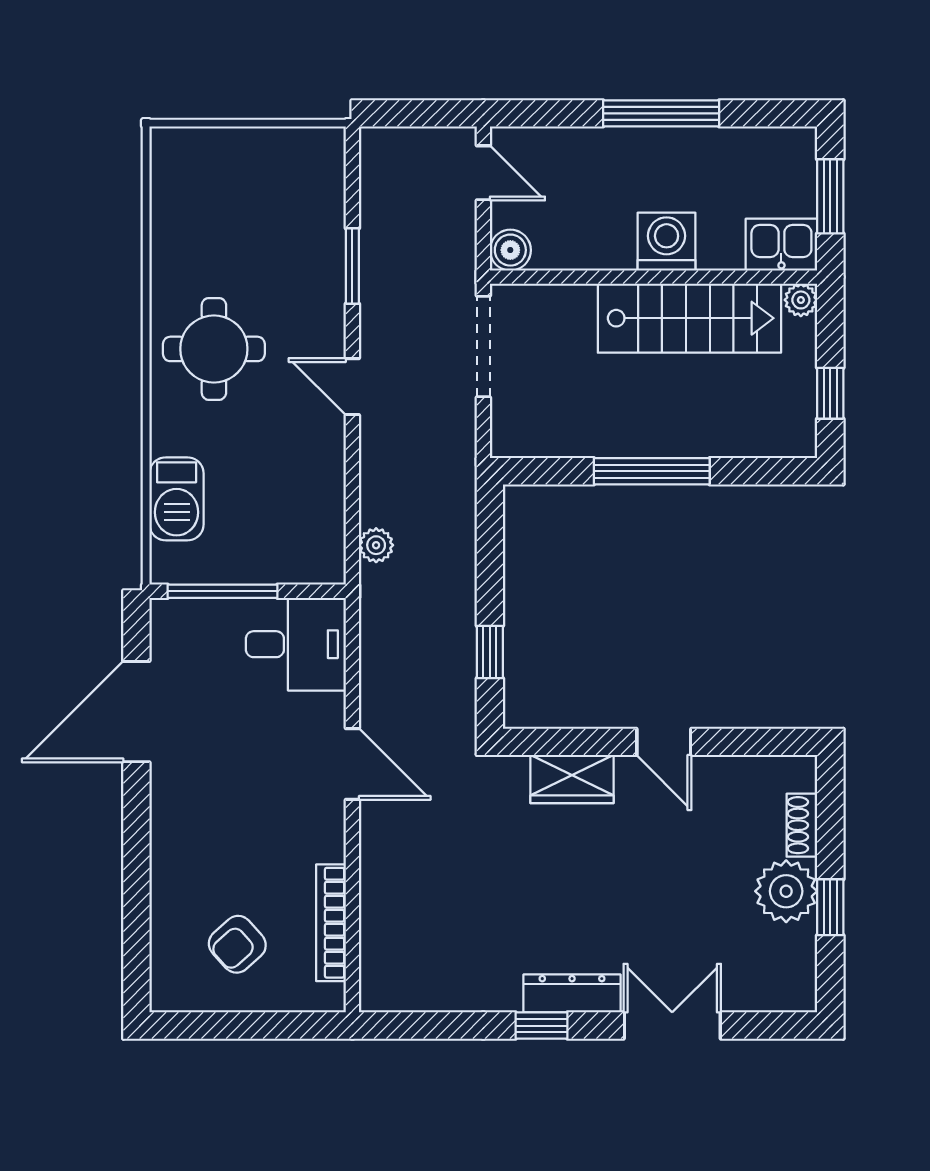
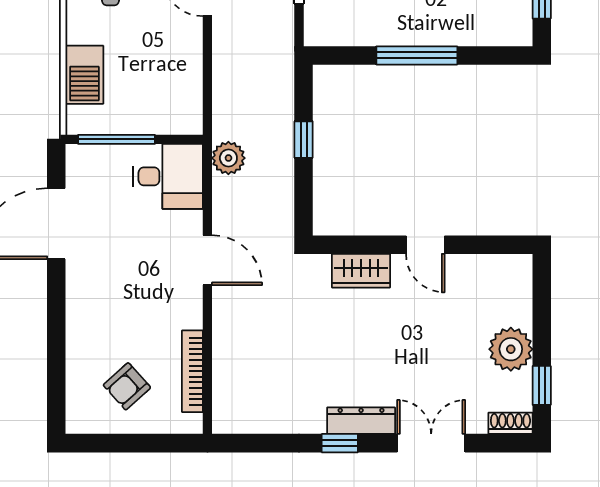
plant: (376, 545) -> (228, 158), moved, width x1.38, depth x1.38
window: (490, 652) -> (304, 140), moved
shoe rack: (802, 825) -> (510, 423), moved, turned 90
window: (830, 907) -> (542, 385), moved

